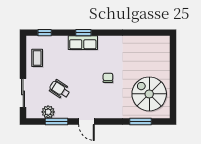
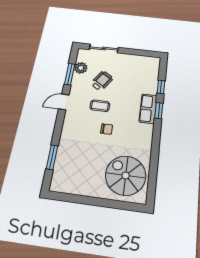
window: (45, 33) -> (161, 87), moved
coffee table: (37, 58) -> (100, 106), moved
spiral stairs: (149, 94) -> (126, 175), moved, turned -90

